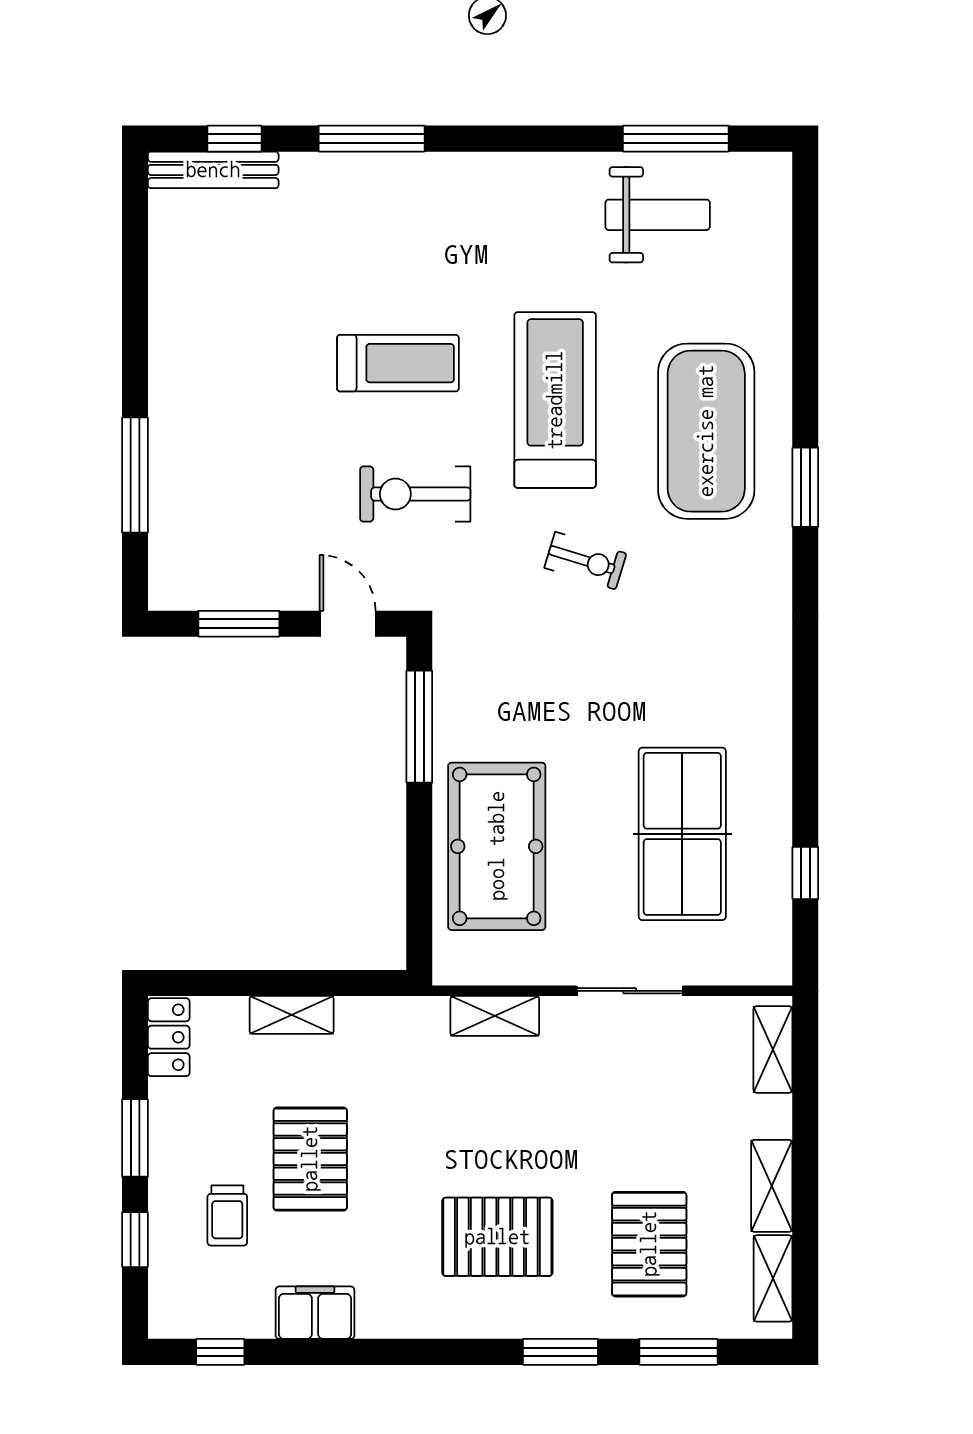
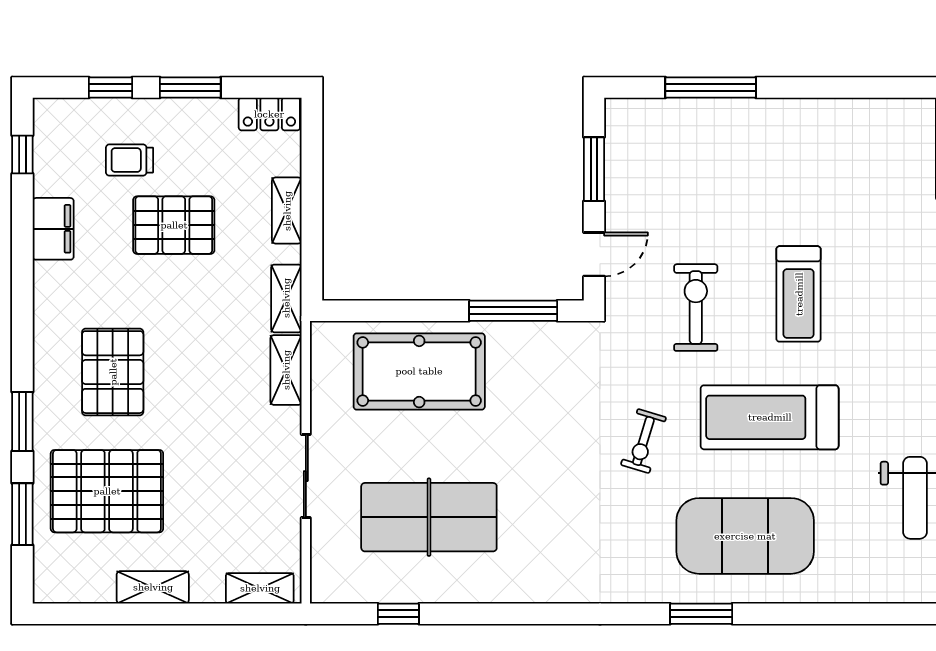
treadmill: (555, 400) -> (770, 417), turned 180
pallet: (649, 1244) -> (107, 491), width x1.37, depth x1.41
shelving: (773, 1278) -> (286, 298), moved, turned 90

